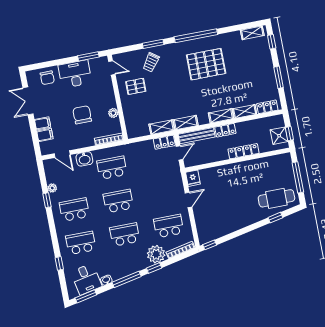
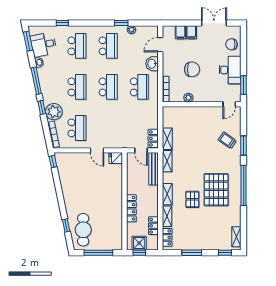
pallet: (136, 86) -> (192, 199), moved
locker: (225, 130) -> (153, 226), moved

